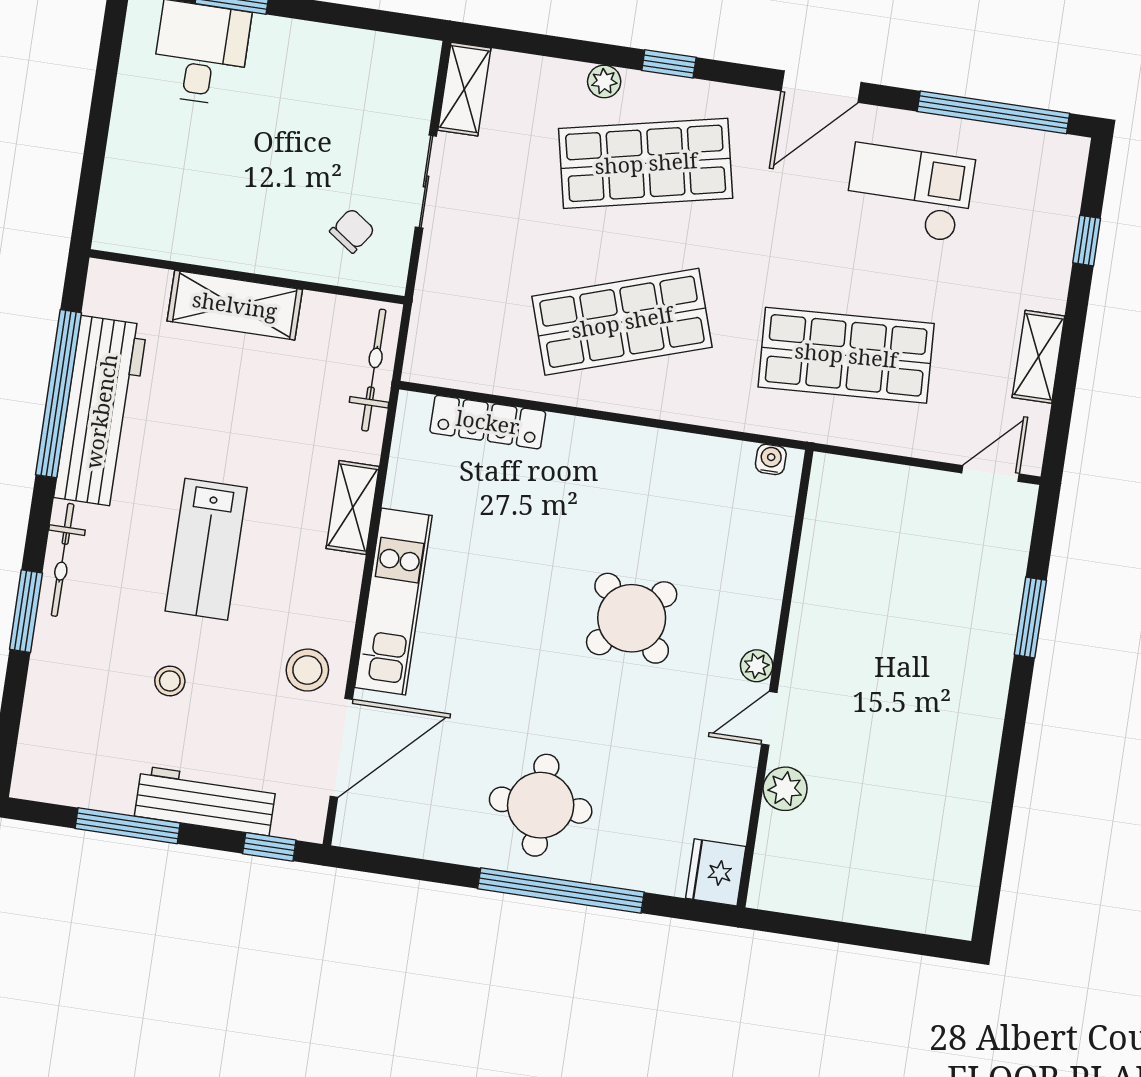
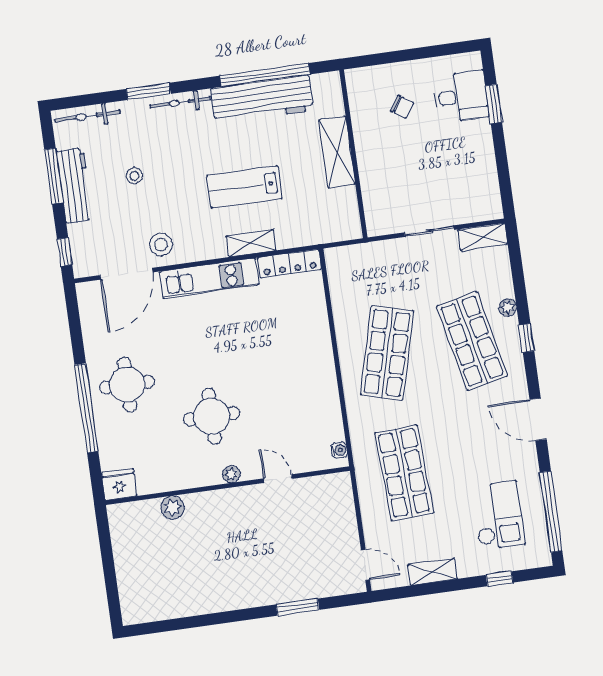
checkout: (909, 193) -> (498, 515), moved
chair: (352, 231) -> (402, 107), moved
shop shelf: (622, 322) -> (387, 353), turned 33
bicycle: (374, 370) -> (87, 116), moved, turned 180
locker: (488, 422) -> (289, 264), moved, turned -90
lab bench: (206, 549) -> (244, 187), moved
round table: (632, 618) -> (212, 416), moved, turned 45
door: (769, 718) -> (278, 479), moved
door: (341, 748) -> (126, 274), hinge flipped
workbench: (205, 801) -> (75, 186), moved

